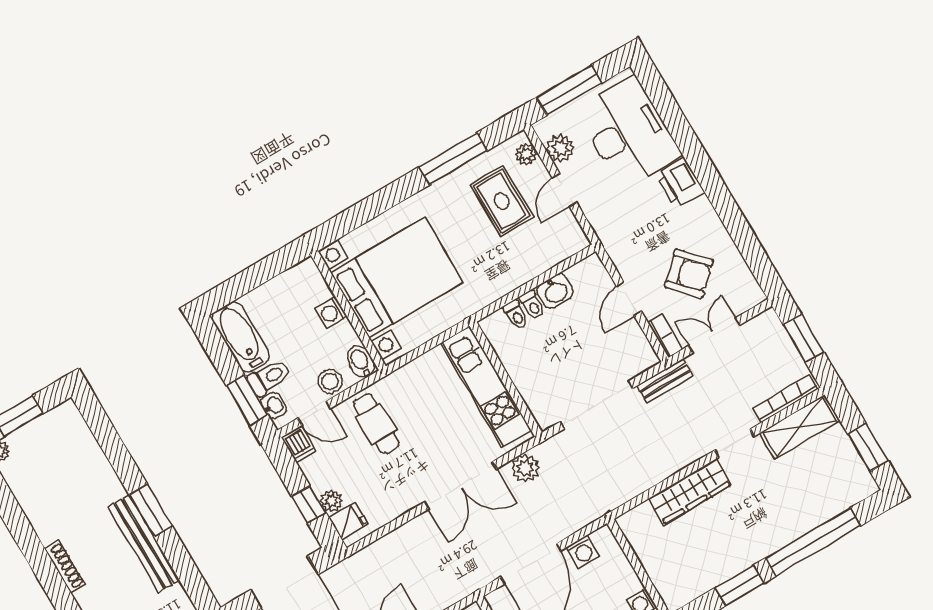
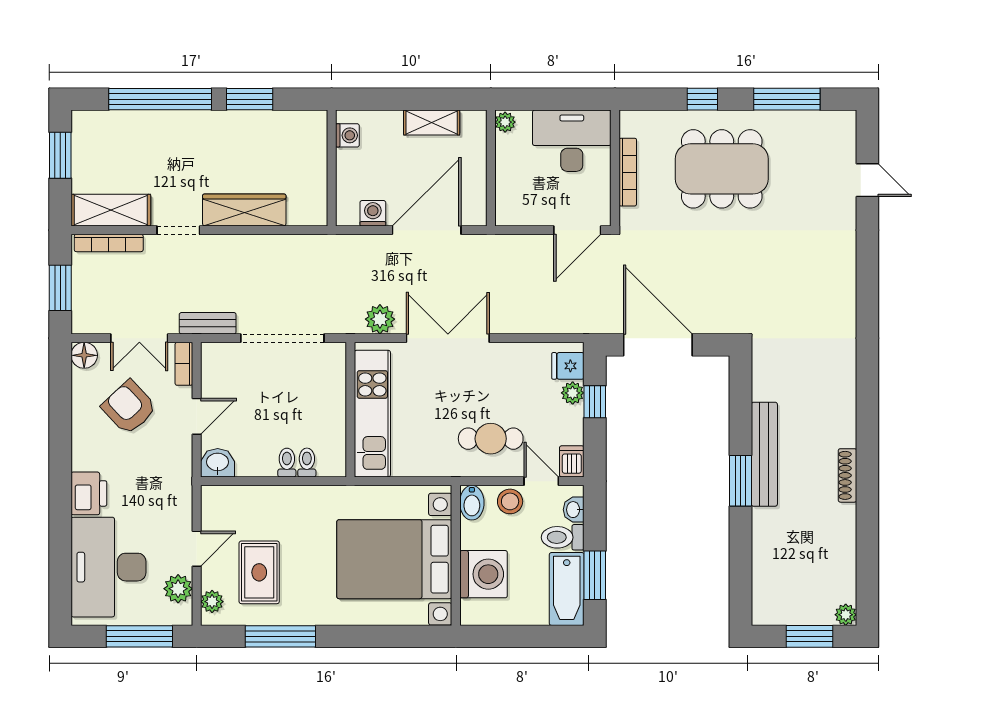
washbasin: (555, 291) -> (218, 463), moved
floor lamp: (751, 295) -> (84, 355), added
washing machine: (331, 312) -> (484, 574), width x1.89, depth x1.89
window: (247, 400) -> (595, 575), moved
cafe table: (376, 424) -> (491, 439), turned 90

